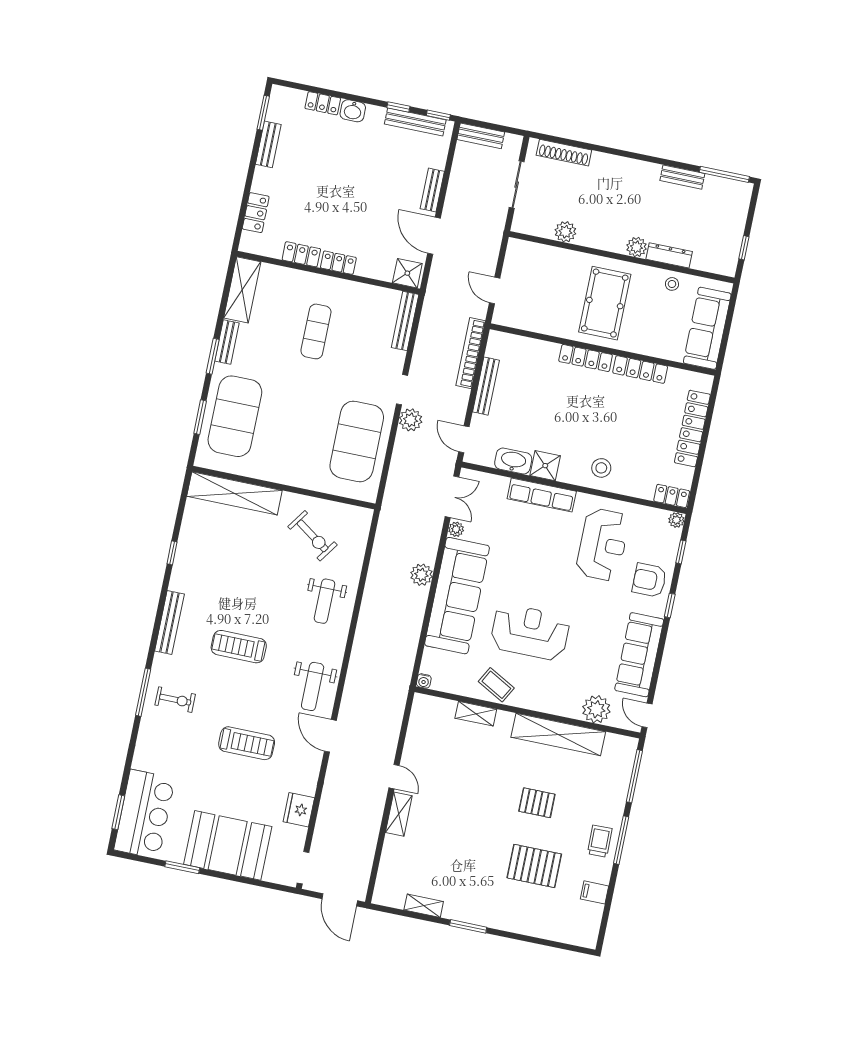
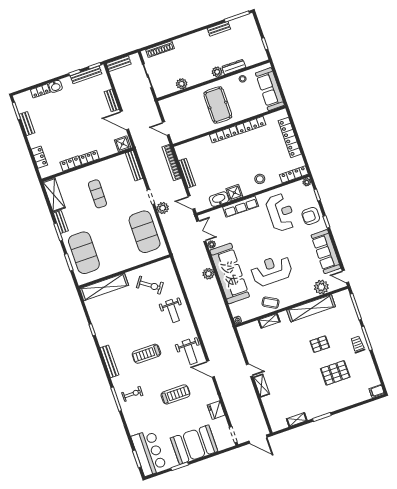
locker: (672, 496) -> (294, 174), width x1.53
filing cabinet: (595, 892) -> (377, 391), moved

